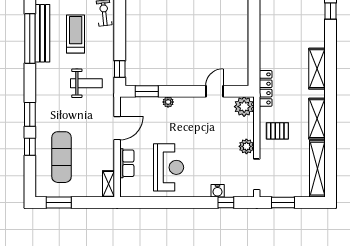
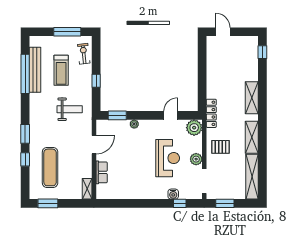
treadmill: (76, 34) -> (61, 70), turned 180
window: (120, 69) -> (96, 81), moved
reception desk: (169, 167) -> (168, 158), moved

